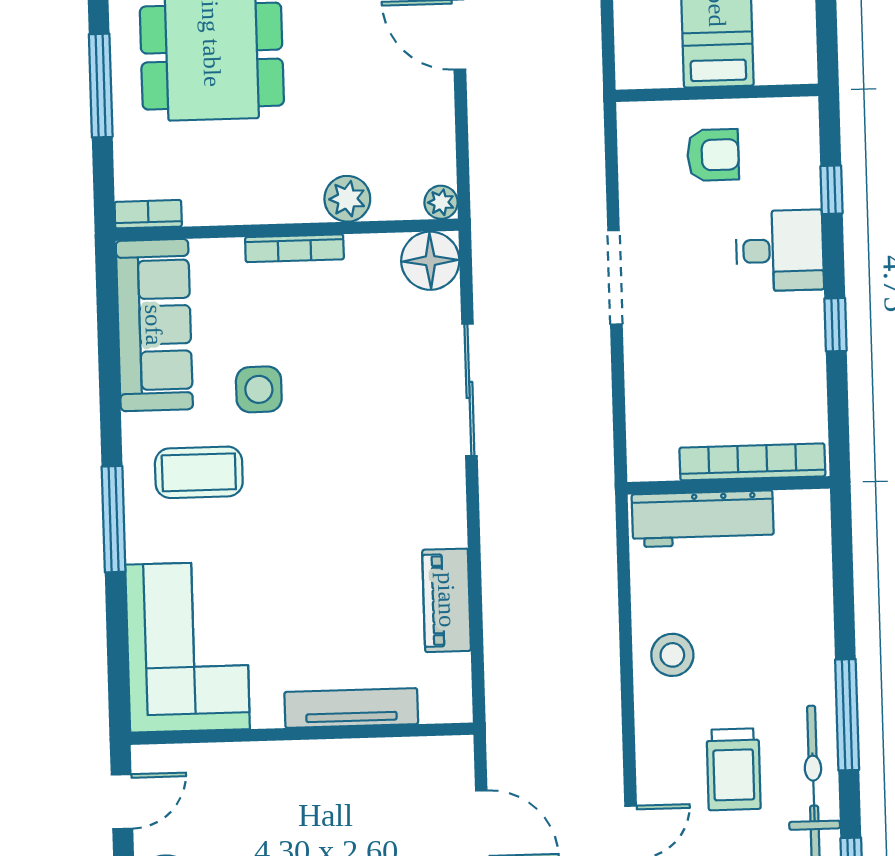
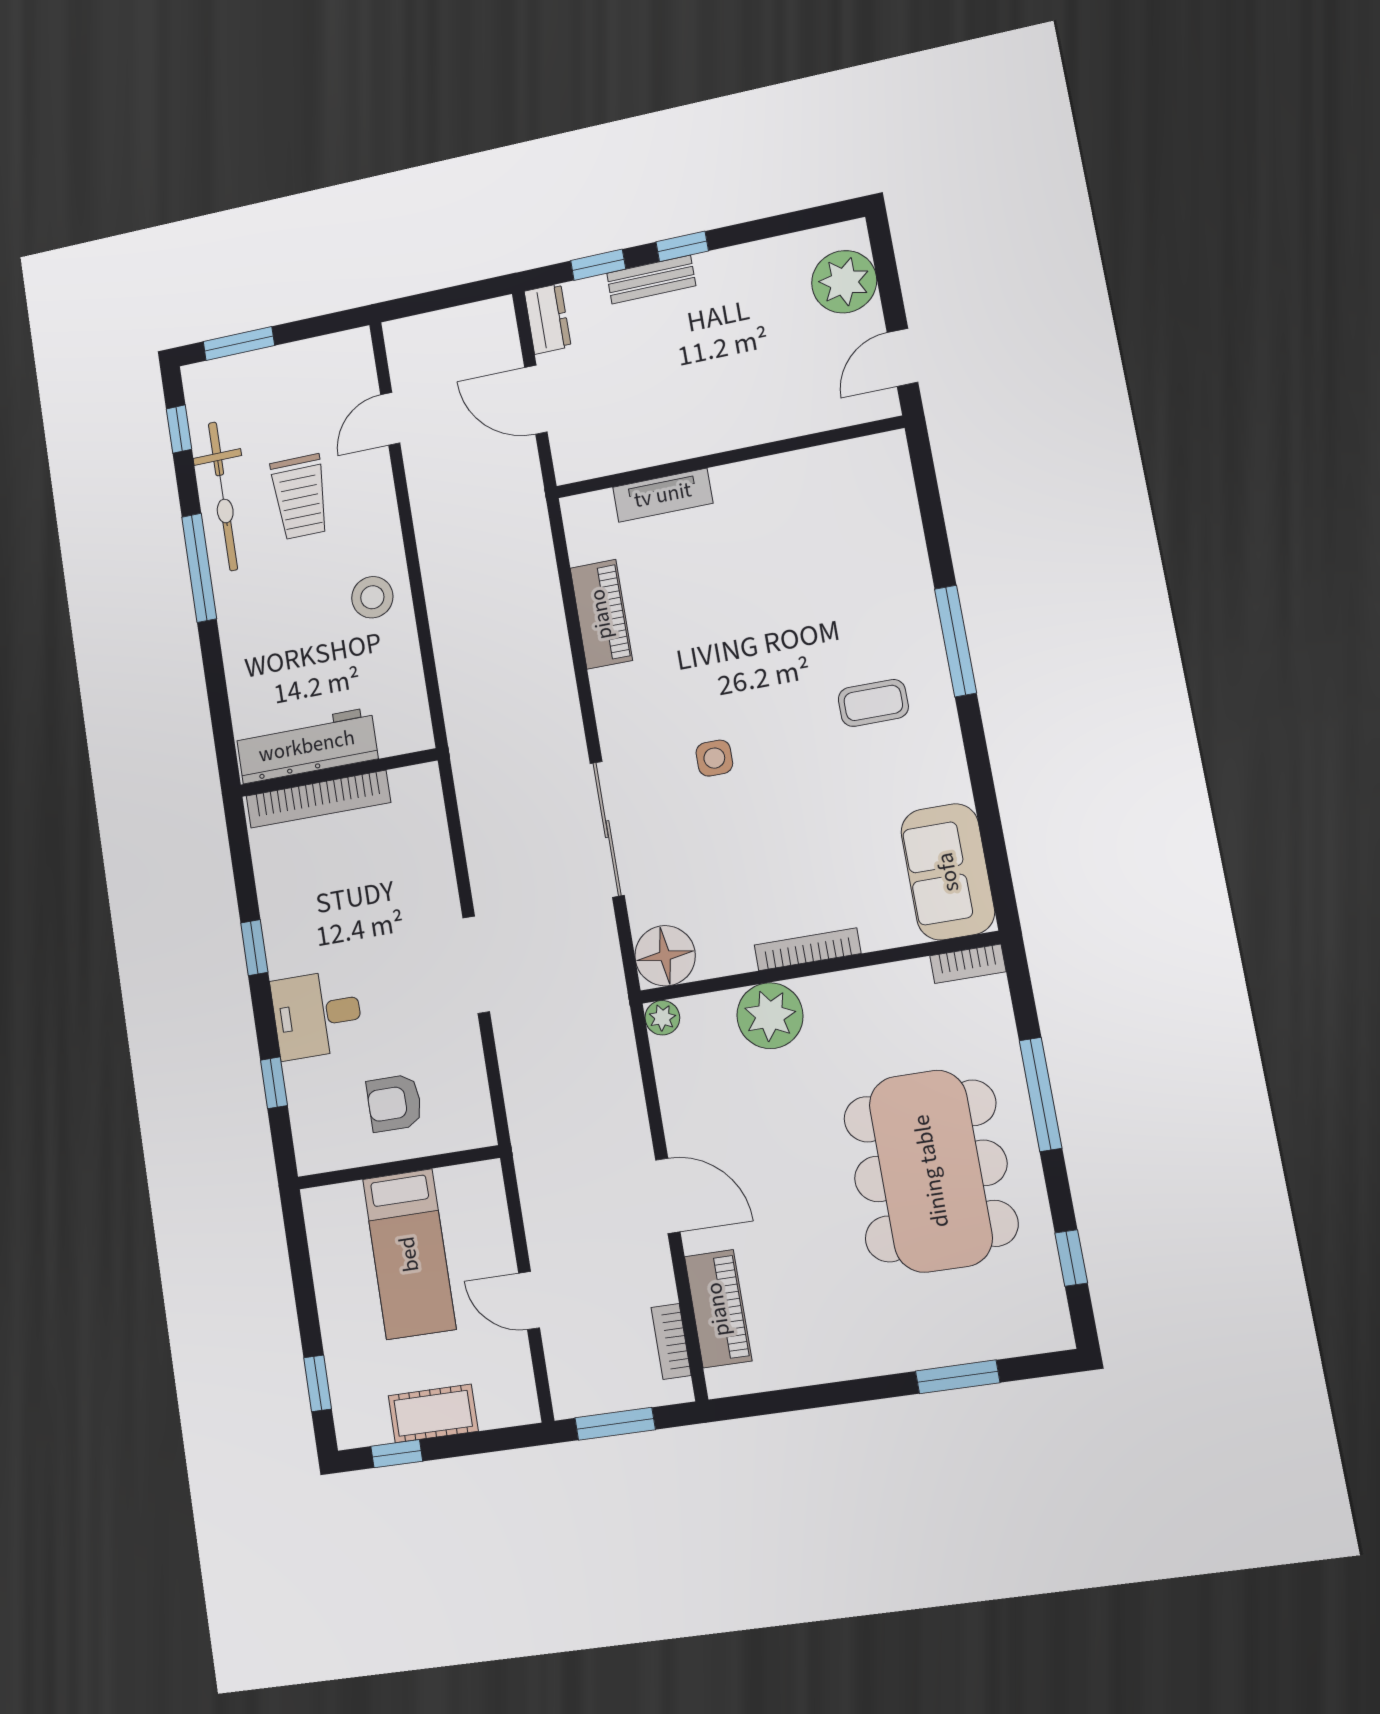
plant: (347, 199) -> (770, 1016), width x1.36, depth x1.36
sofa: (154, 325) -> (948, 872), width x0.73
side table: (259, 389) -> (714, 758), moved, width x0.73, depth x0.73
coffee table: (199, 472) -> (873, 703), width x0.73, depth x0.77
workbench: (703, 519) -> (307, 746), moved
corner sofa: (188, 647) -> (858, 524), removed
tv unit: (351, 708) -> (663, 495), width x0.71
trolley: (734, 769) -> (300, 497), turned 180

